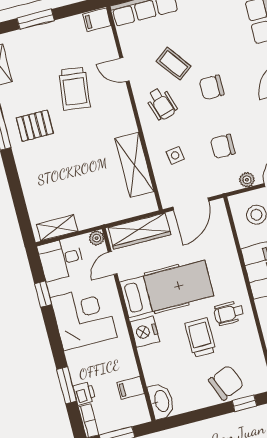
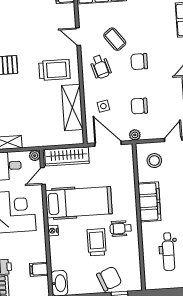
trolley: (74, 89) -> (54, 70), moved, turned -97
plant: (247, 180) -> (135, 135), moved
door: (191, 204) -> (108, 144), swing flipped
nightstand: (145, 332) -> (53, 231), width x0.53, depth x0.56

